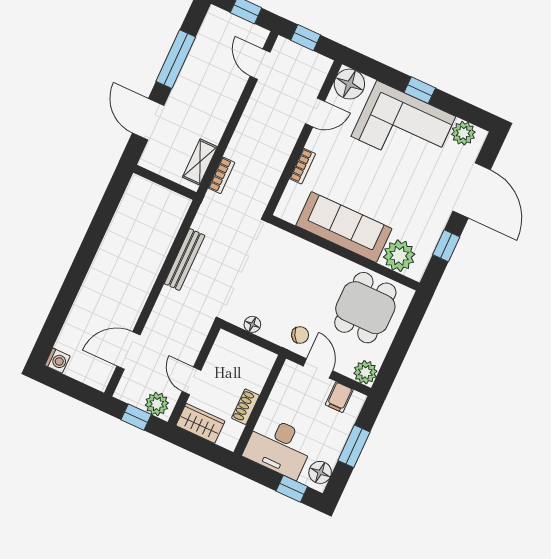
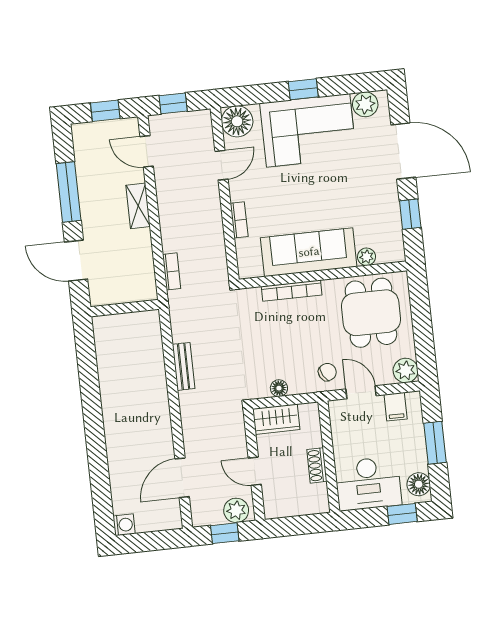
shelving: (200, 162) -> (138, 206), moved
bookcase: (311, 250) -> (292, 291), added
plant: (399, 256) -> (367, 257), width x0.53, depth x0.53
bench: (185, 259) -> (184, 366), width x0.73
wardrobe: (200, 423) -> (276, 419), moved, turned 180

